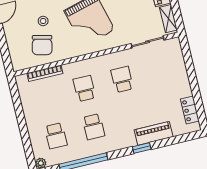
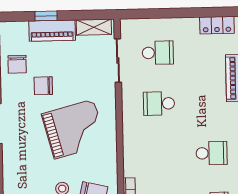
school desk: (84, 88) -> (158, 53), moved, turned 180

